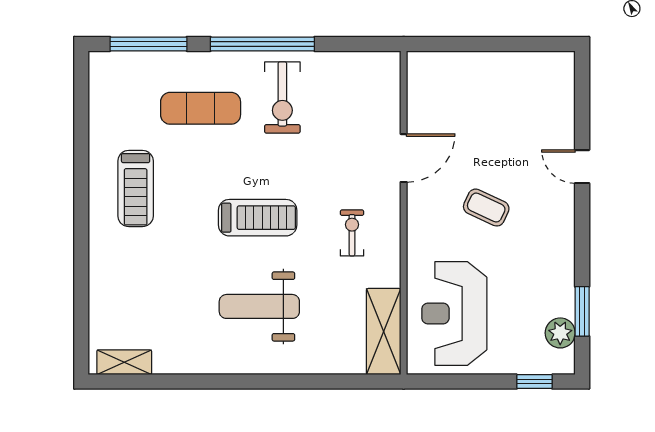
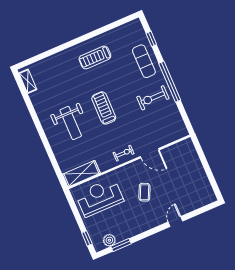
window: (148, 44) -> (151, 39), width x0.46
exercise mat: (201, 108) -> (144, 61), moved
treadmill: (258, 218) -> (104, 108), turned 180
exercise bike: (352, 233) -> (124, 153), moved
weight bench: (259, 306) -> (71, 123), turned 180

